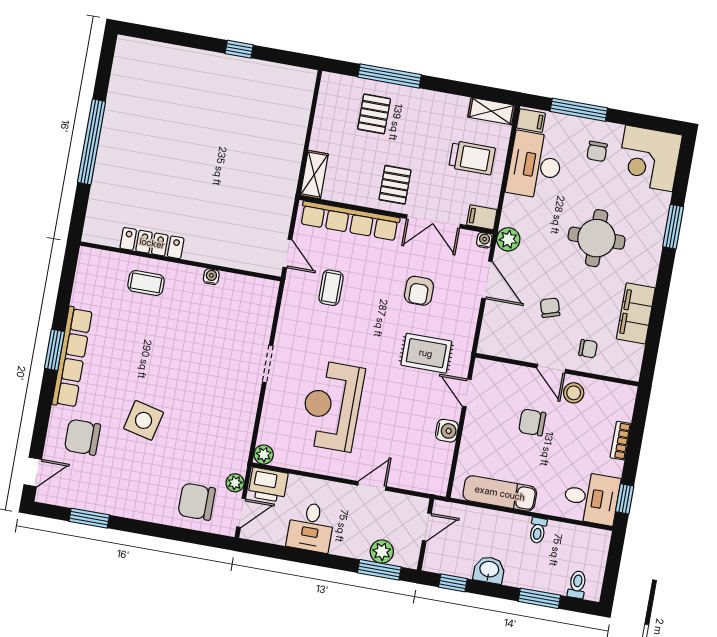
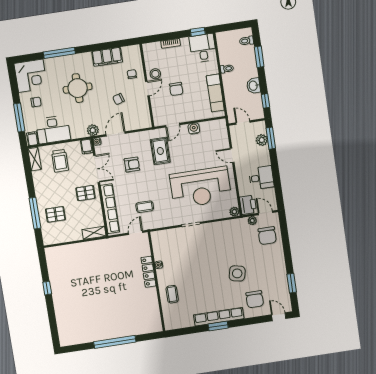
trolley: (472, 158) -> (60, 161), turned 180
window: (673, 227) -> (59, 53), width x1.44
locker: (152, 243) -> (148, 272), moved
reception desk: (332, 406) -> (201, 187), width x1.36, depth x1.30

